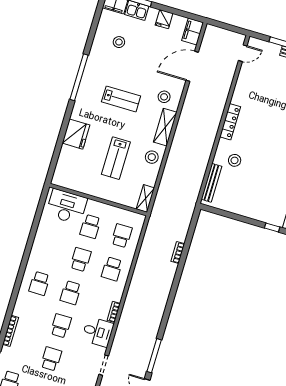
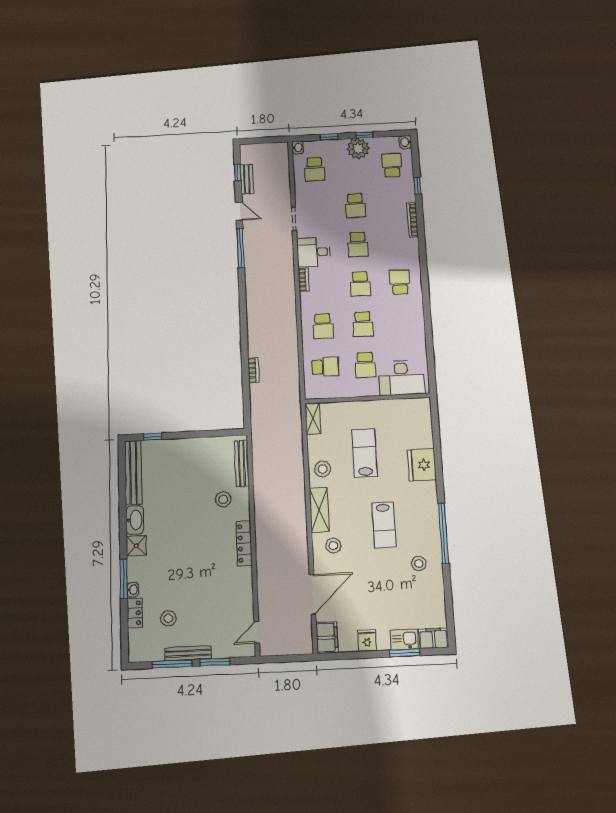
stool: (119, 42) -> (419, 564), moved
lab bench: (121, 99) -> (384, 525), turned -90
school desk: (90, 226) -> (365, 365), turned 180
school desk: (122, 236) -> (325, 367), turned -90
school desk: (112, 269) -> (323, 326), turned 180
school desk: (71, 293) -> (360, 284), turned 180

